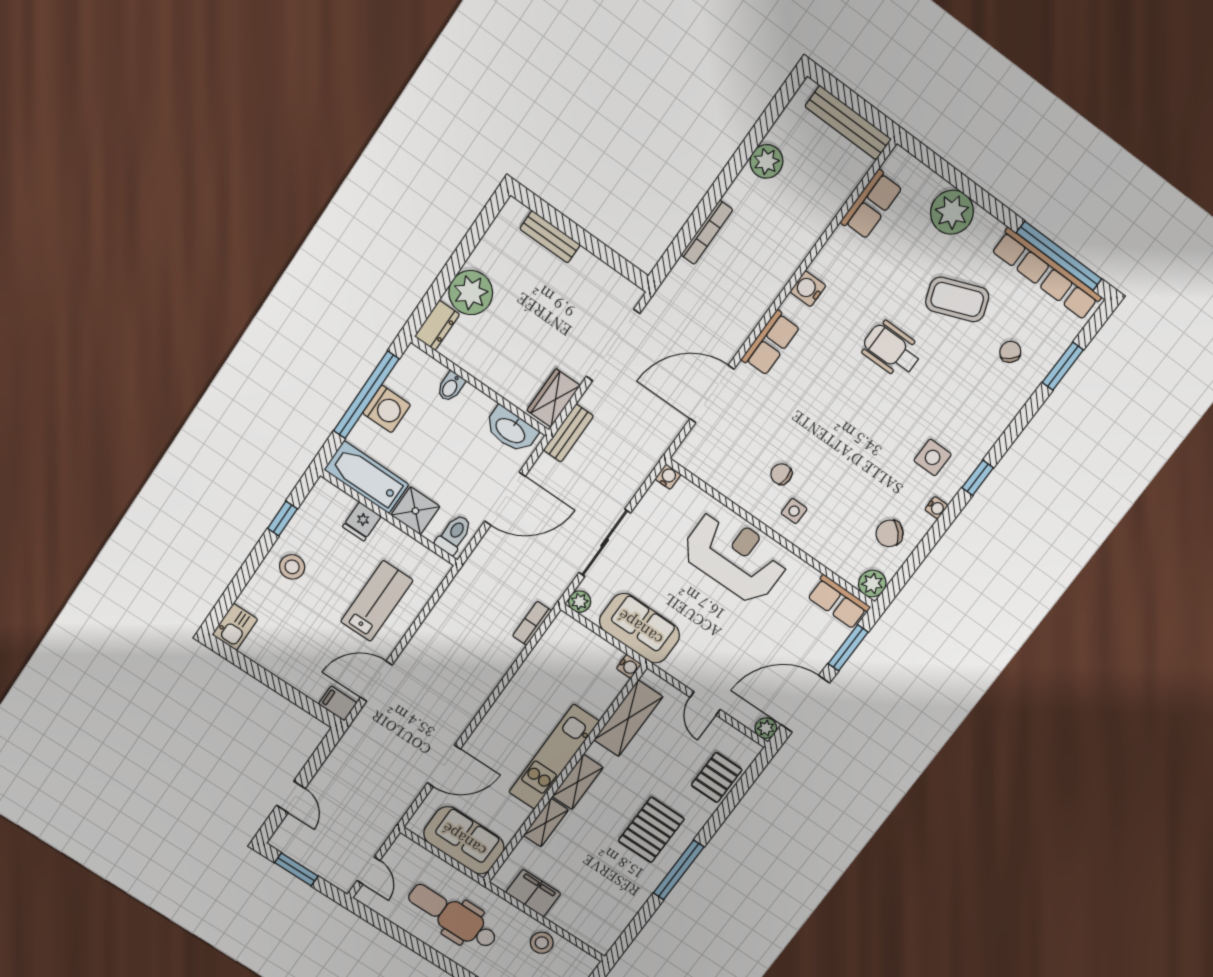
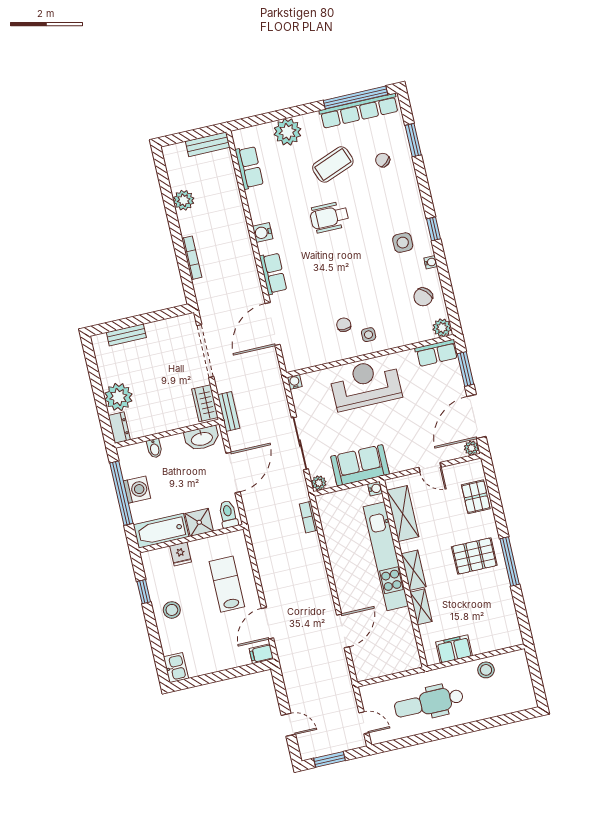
bench: (848, 123) -> (208, 144), width x0.73
chair: (781, 474) -> (344, 325), turned 90
kitchen unit: (554, 757) -> (386, 556), width x1.36
pallet: (651, 830) -> (474, 556), turned 90
sofa: (464, 840) -> (392, 658), removed

